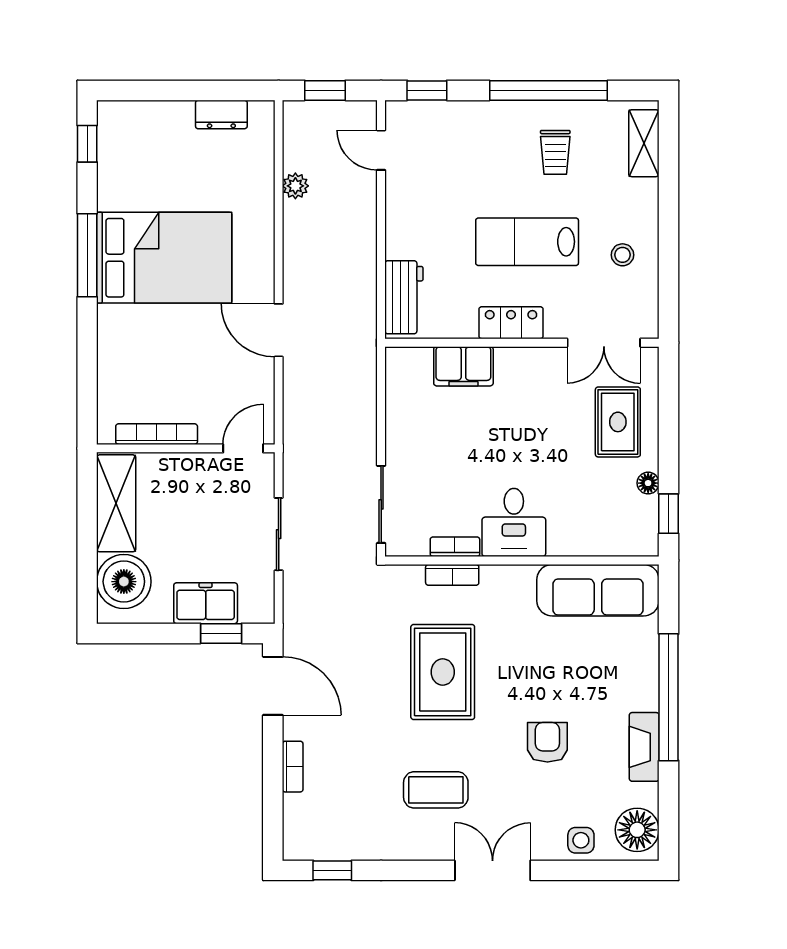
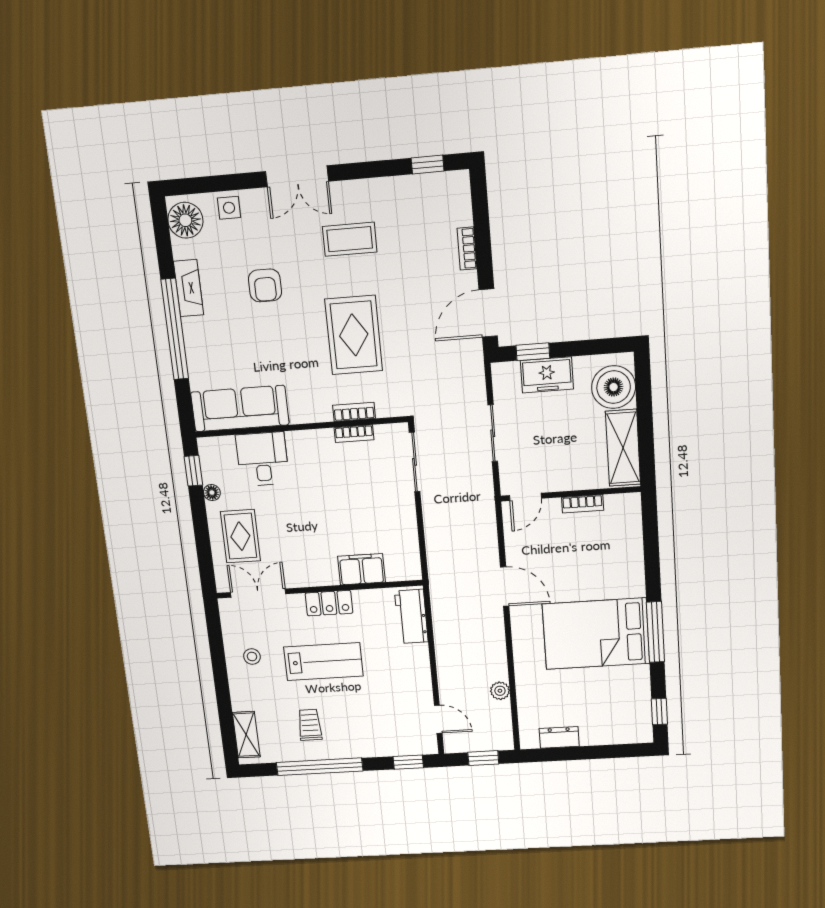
bookcase: (157, 434) -> (583, 504), width x0.64
desk: (514, 522) -> (262, 459), moved
door: (273, 686) -> (488, 313), hinge flipped

